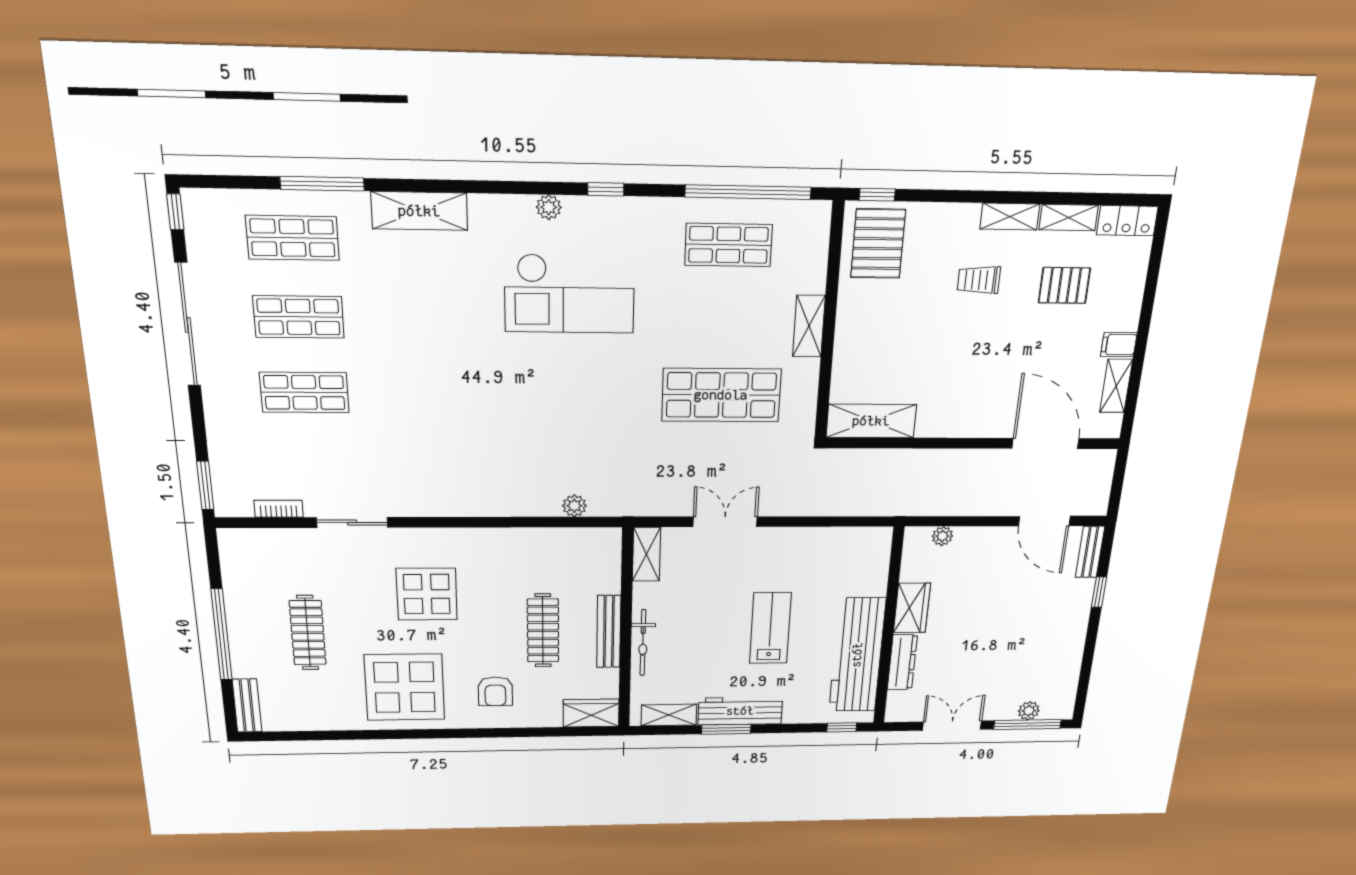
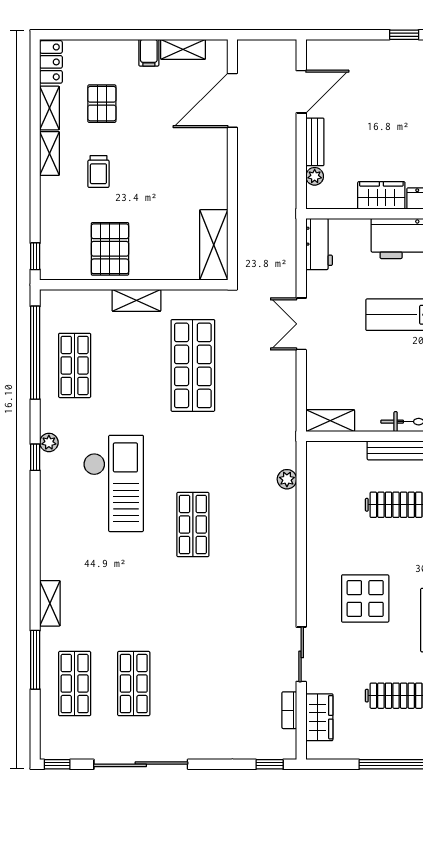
plant: (549, 207) -> (49, 442), moved
shelving: (419, 211) -> (50, 603), width x0.67, depth x0.75
pallet: (878, 244) -> (110, 249), moved, turned 90
shop shelf: (304, 392) -> (193, 524), moved
window: (205, 486) -> (270, 764), width x0.67
double door: (725, 522) -> (301, 324), moved
workbench: (861, 541) -> (319, 244), added
wardrobe: (273, 544) -> (319, 717), added
bench: (1090, 552) -> (315, 142), moved, turned 90
window: (1099, 592) -> (404, 35), moved

